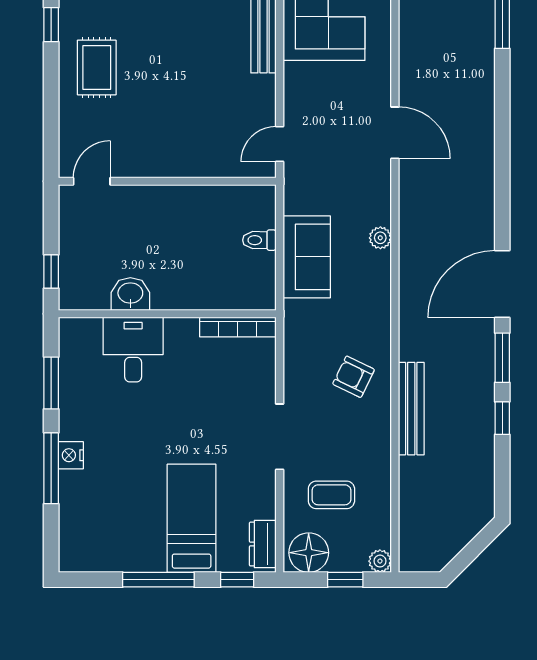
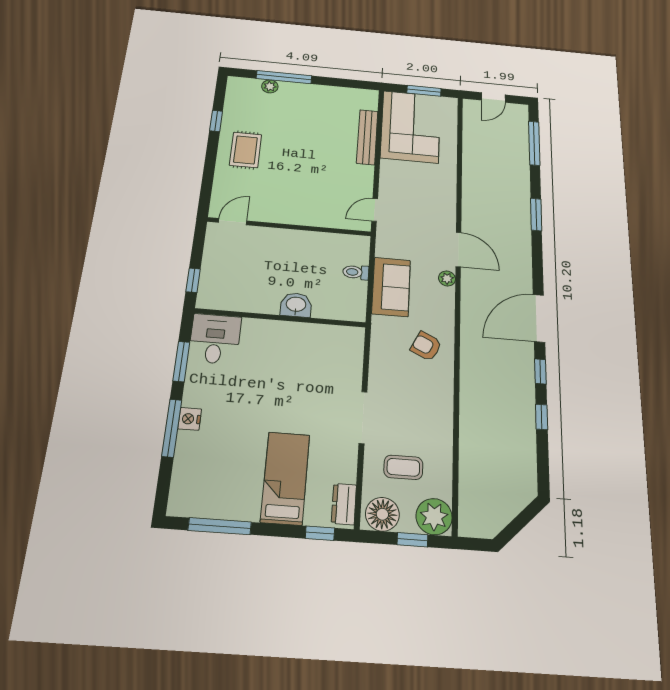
window: (502, 128) -> (536, 214), added
door: (395, 133) -> (458, 249), moved
washbasin: (130, 294) -> (296, 305), moved
bookcase: (238, 327) -> (335, 332), removed
desk: (133, 350) -> (215, 339), moved
window: (502, 358) -> (540, 371), width x0.67
armchair: (354, 377) -> (426, 346), moved
bench: (411, 409) -> (469, 404), removed
plant: (380, 561) -> (434, 517), width x1.88, depth x1.88
window: (158, 580) -> (220, 526), moved

